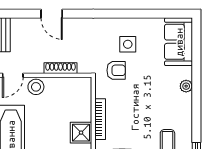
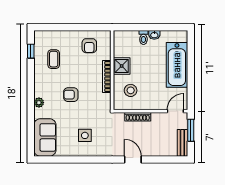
door: (52, 14) -> (133, 159), moved
armchair: (116, 70) -> (71, 95), moved
stool: (36, 87) -> (131, 90), moved

